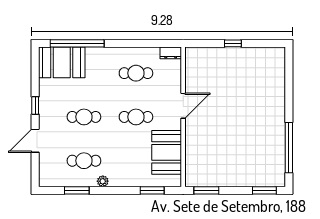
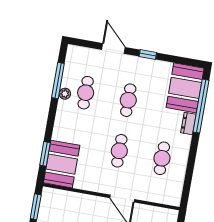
dresser: (171, 53) -> (188, 124), moved
booth: (167, 152) -> (62, 164), moved, turned 90
plant: (103, 181) -> (65, 94), moved
window: (77, 190) -> (58, 80), width x1.44

